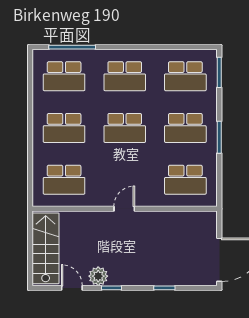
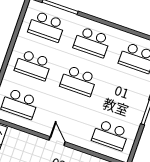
school desk: (185, 128) -> (124, 97), removed
door: (124, 209) -> (57, 141), hinge flipped

